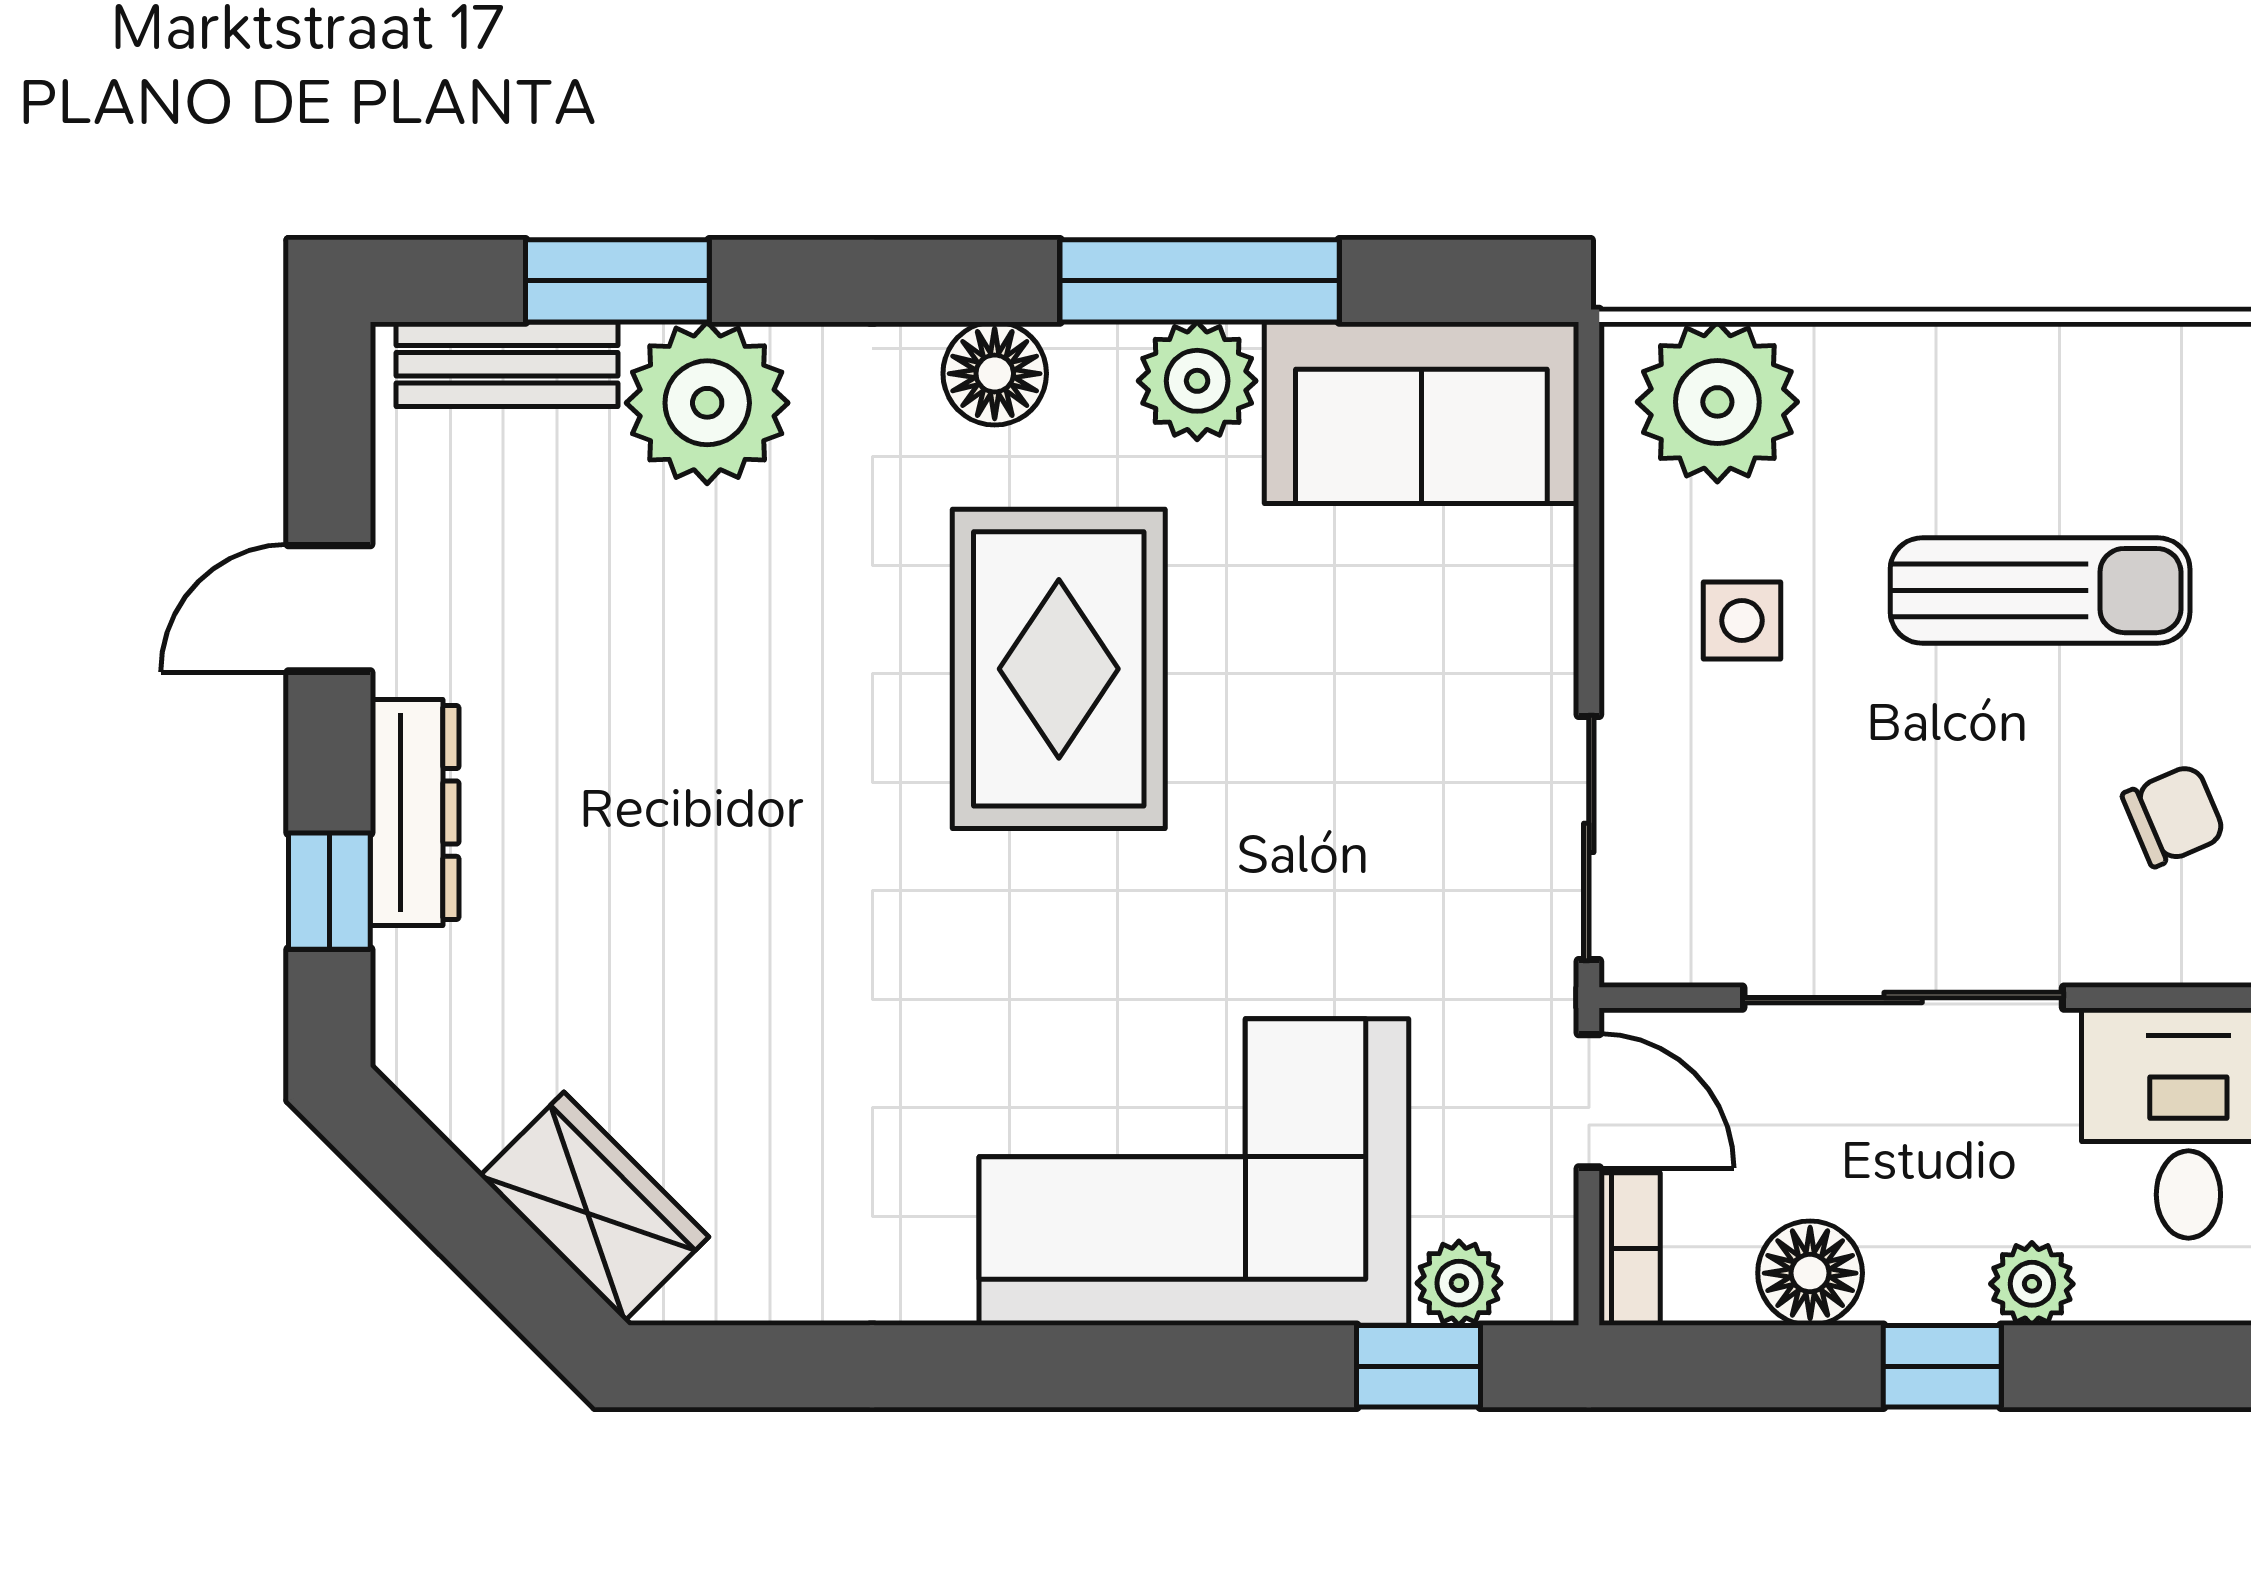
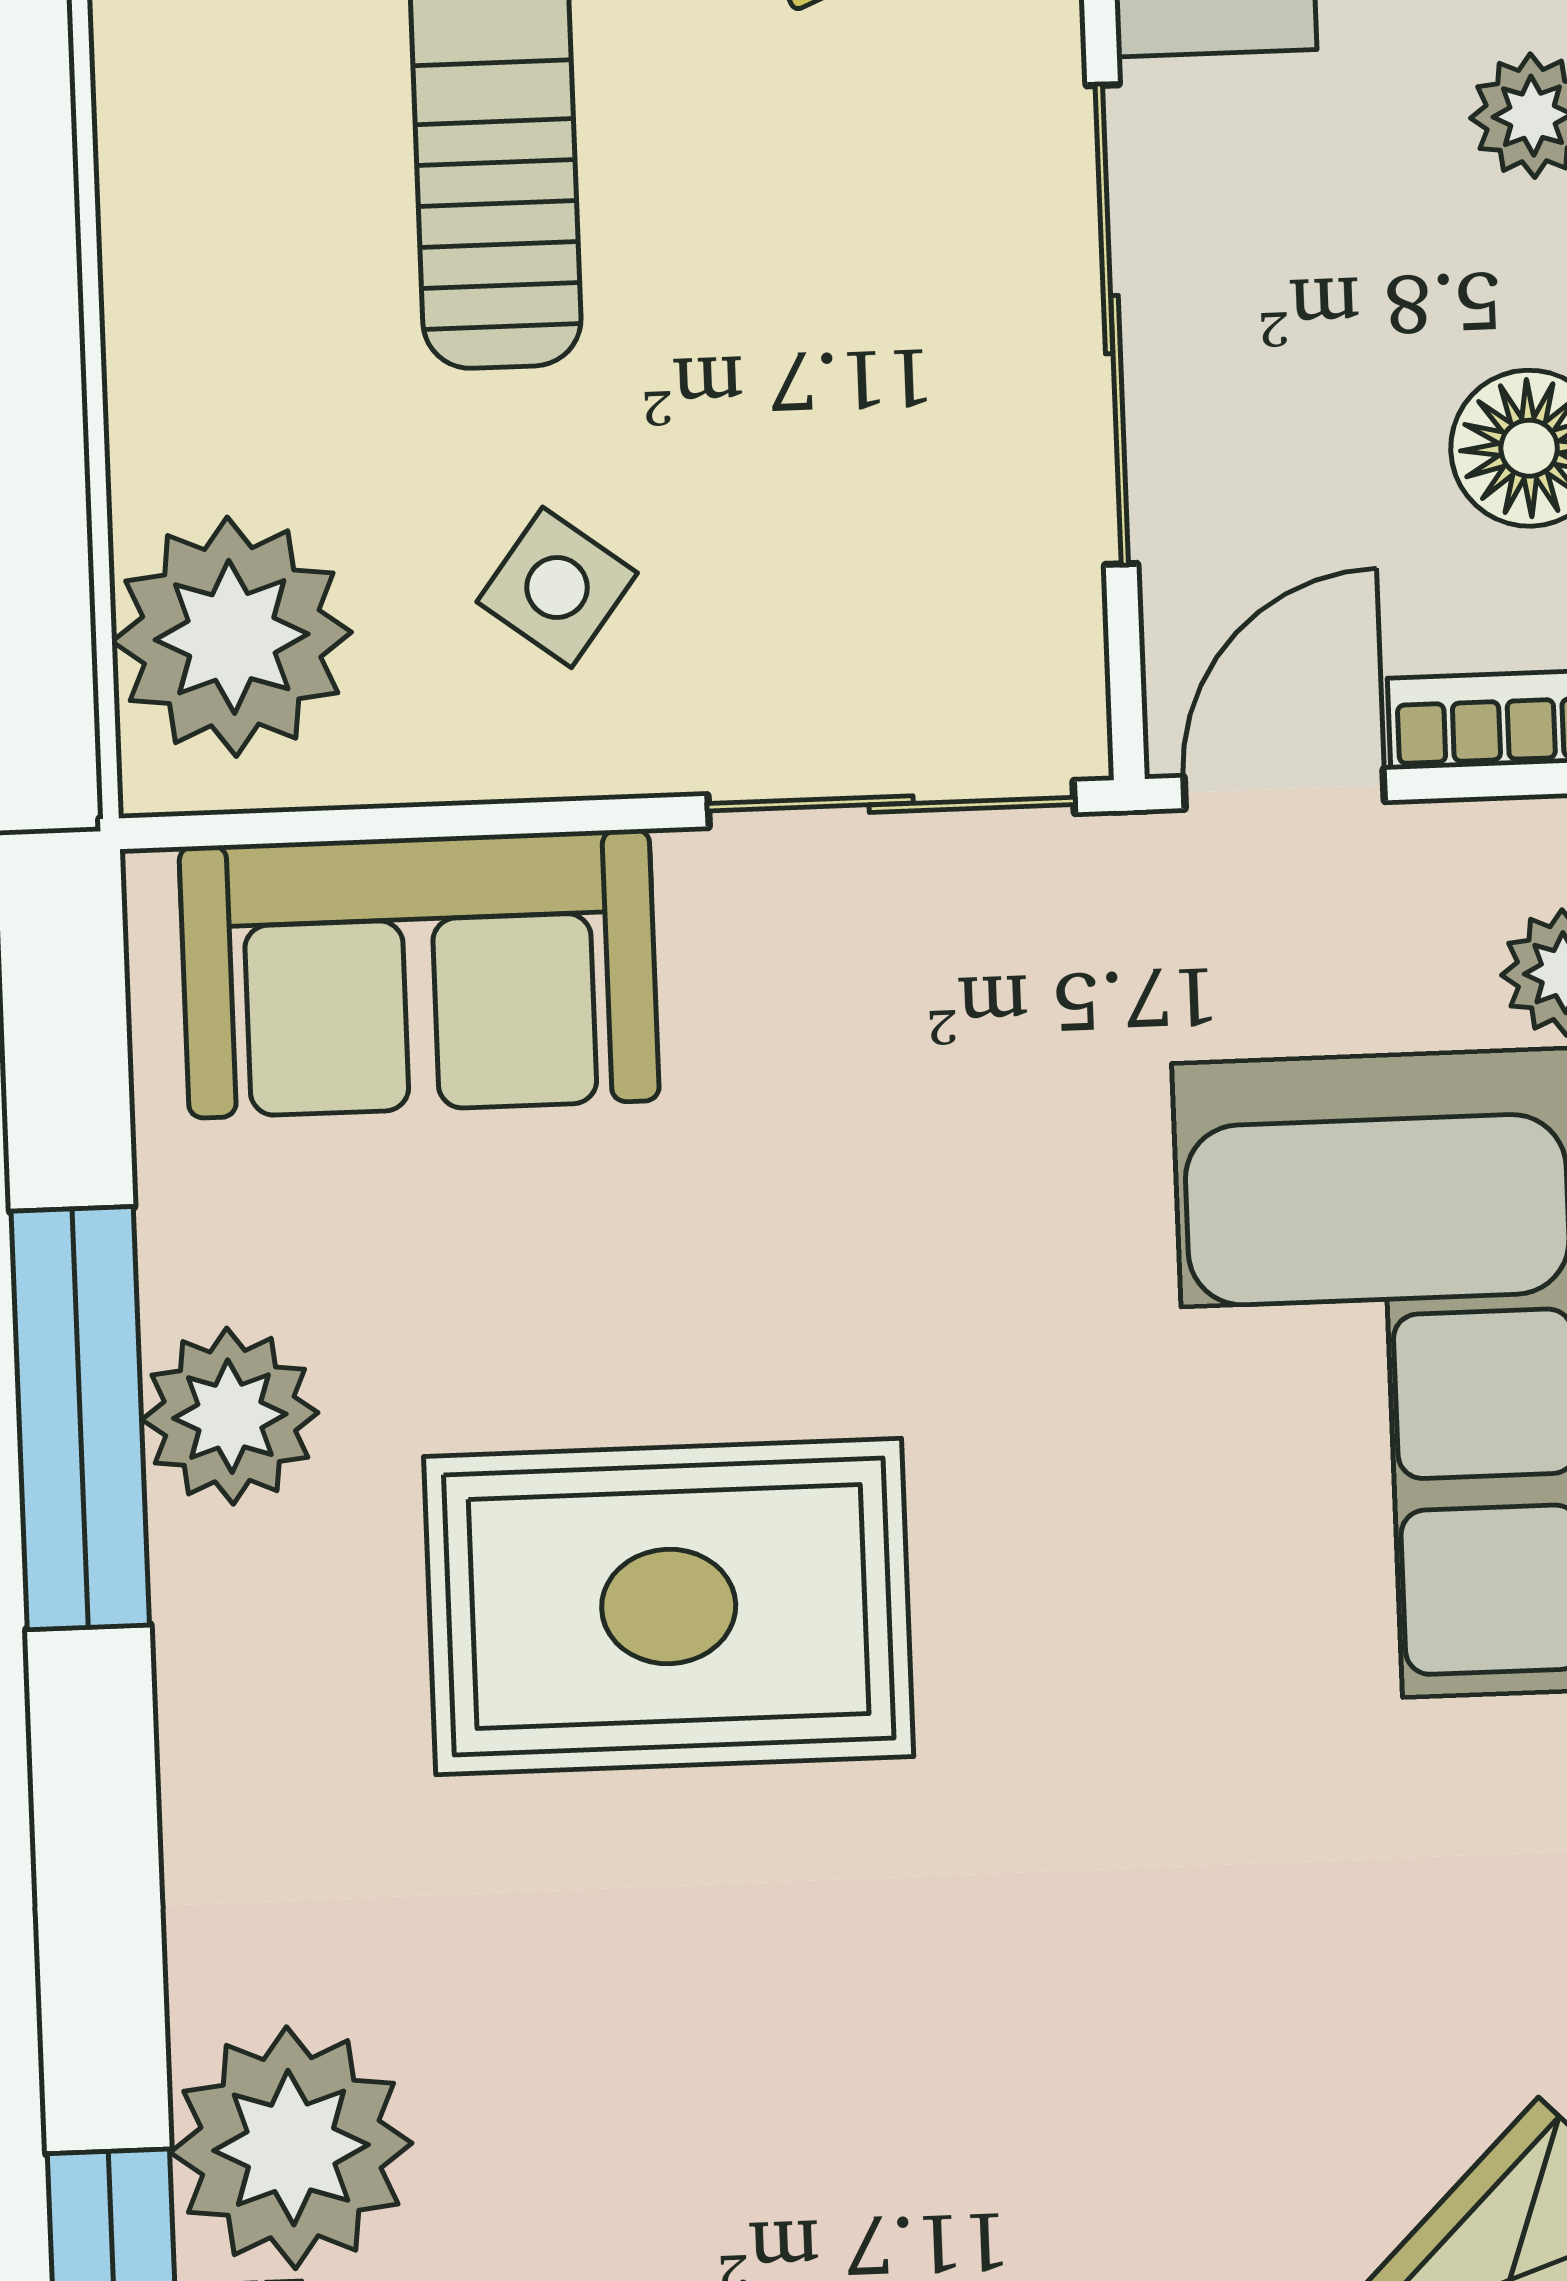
floor lamp: (995, 374) -> (231, 1719), removed
sofa: (1421, 413) -> (419, 974), moved, turned 90
side table: (1742, 620) -> (557, 587), turned 37

